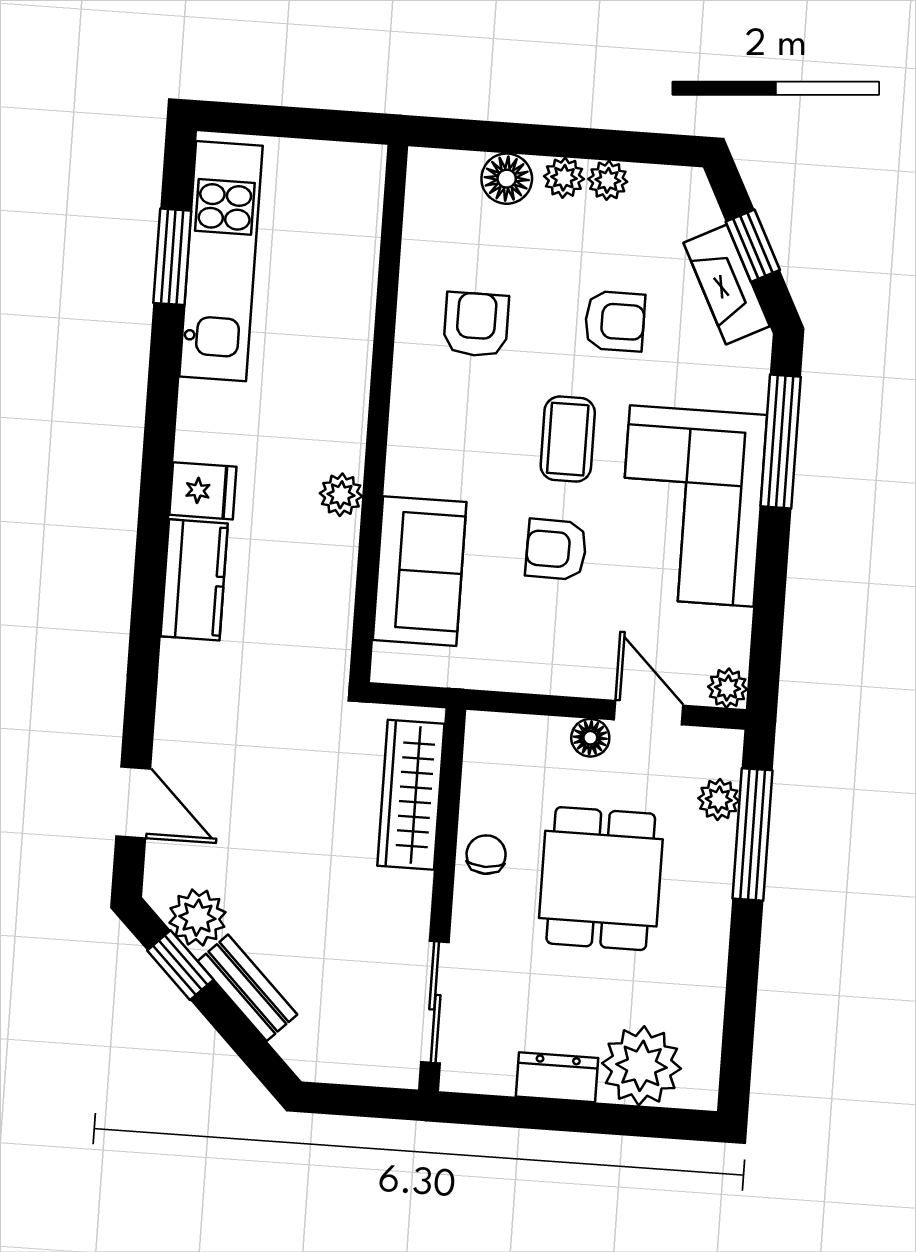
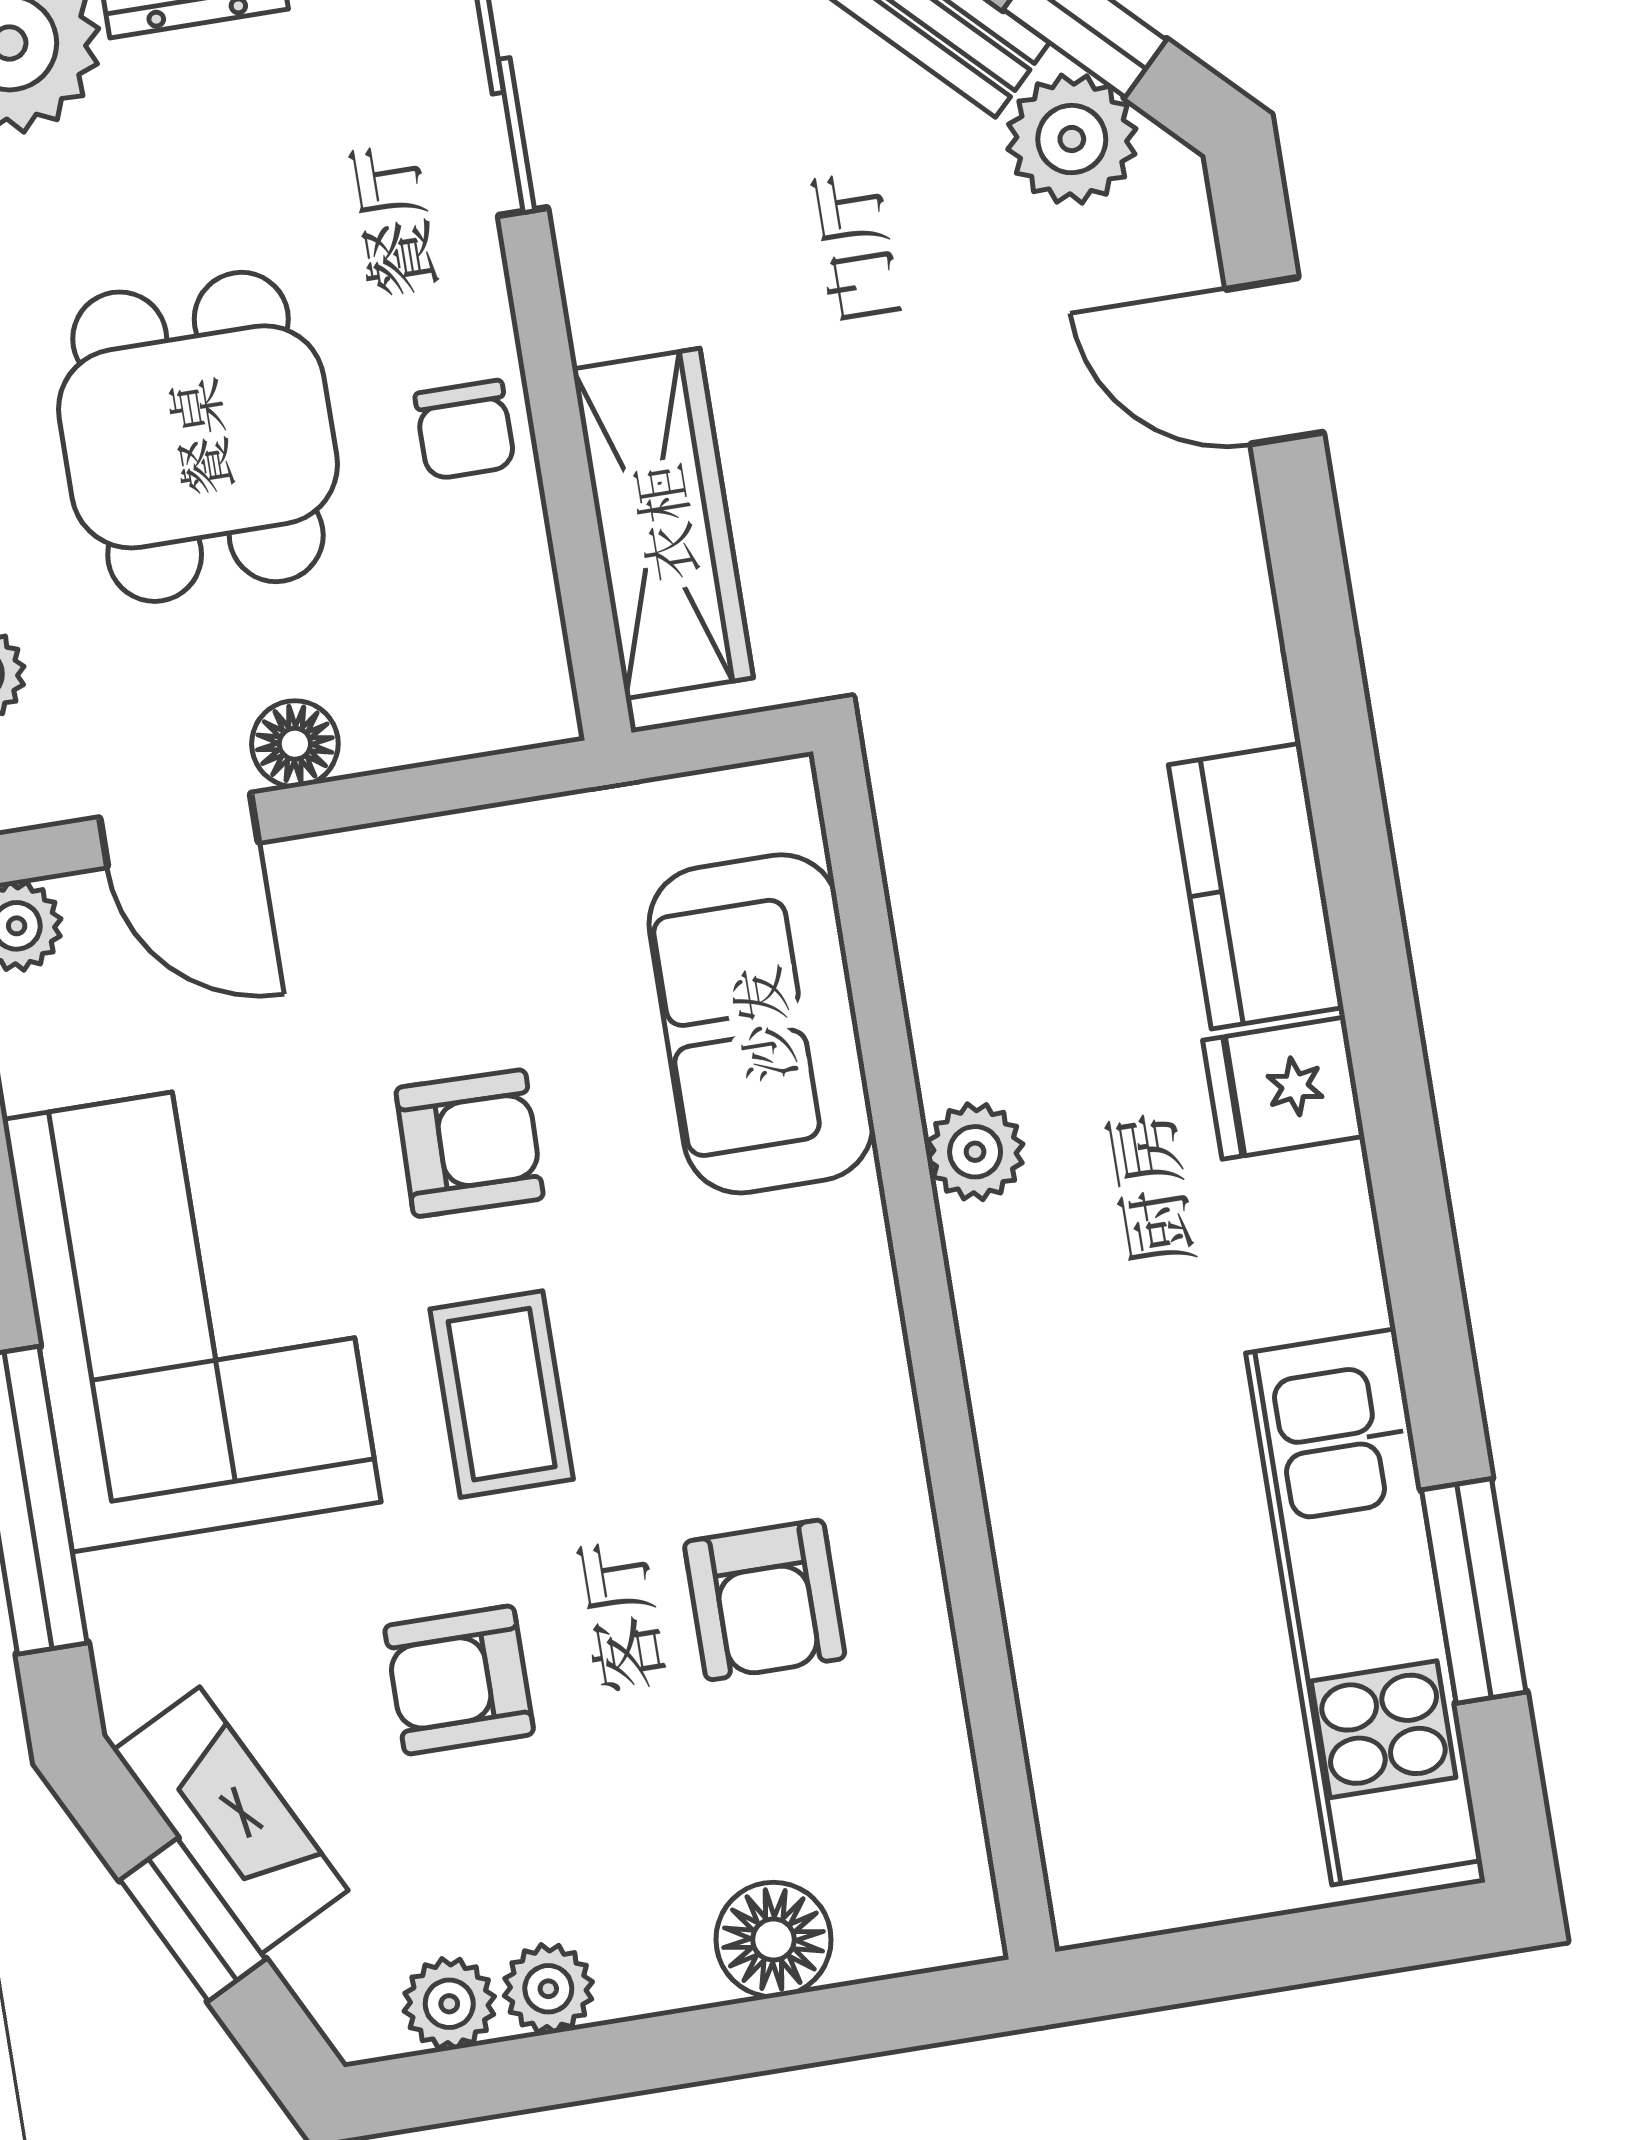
plant: (564, 178) -> (449, 2004), moved

